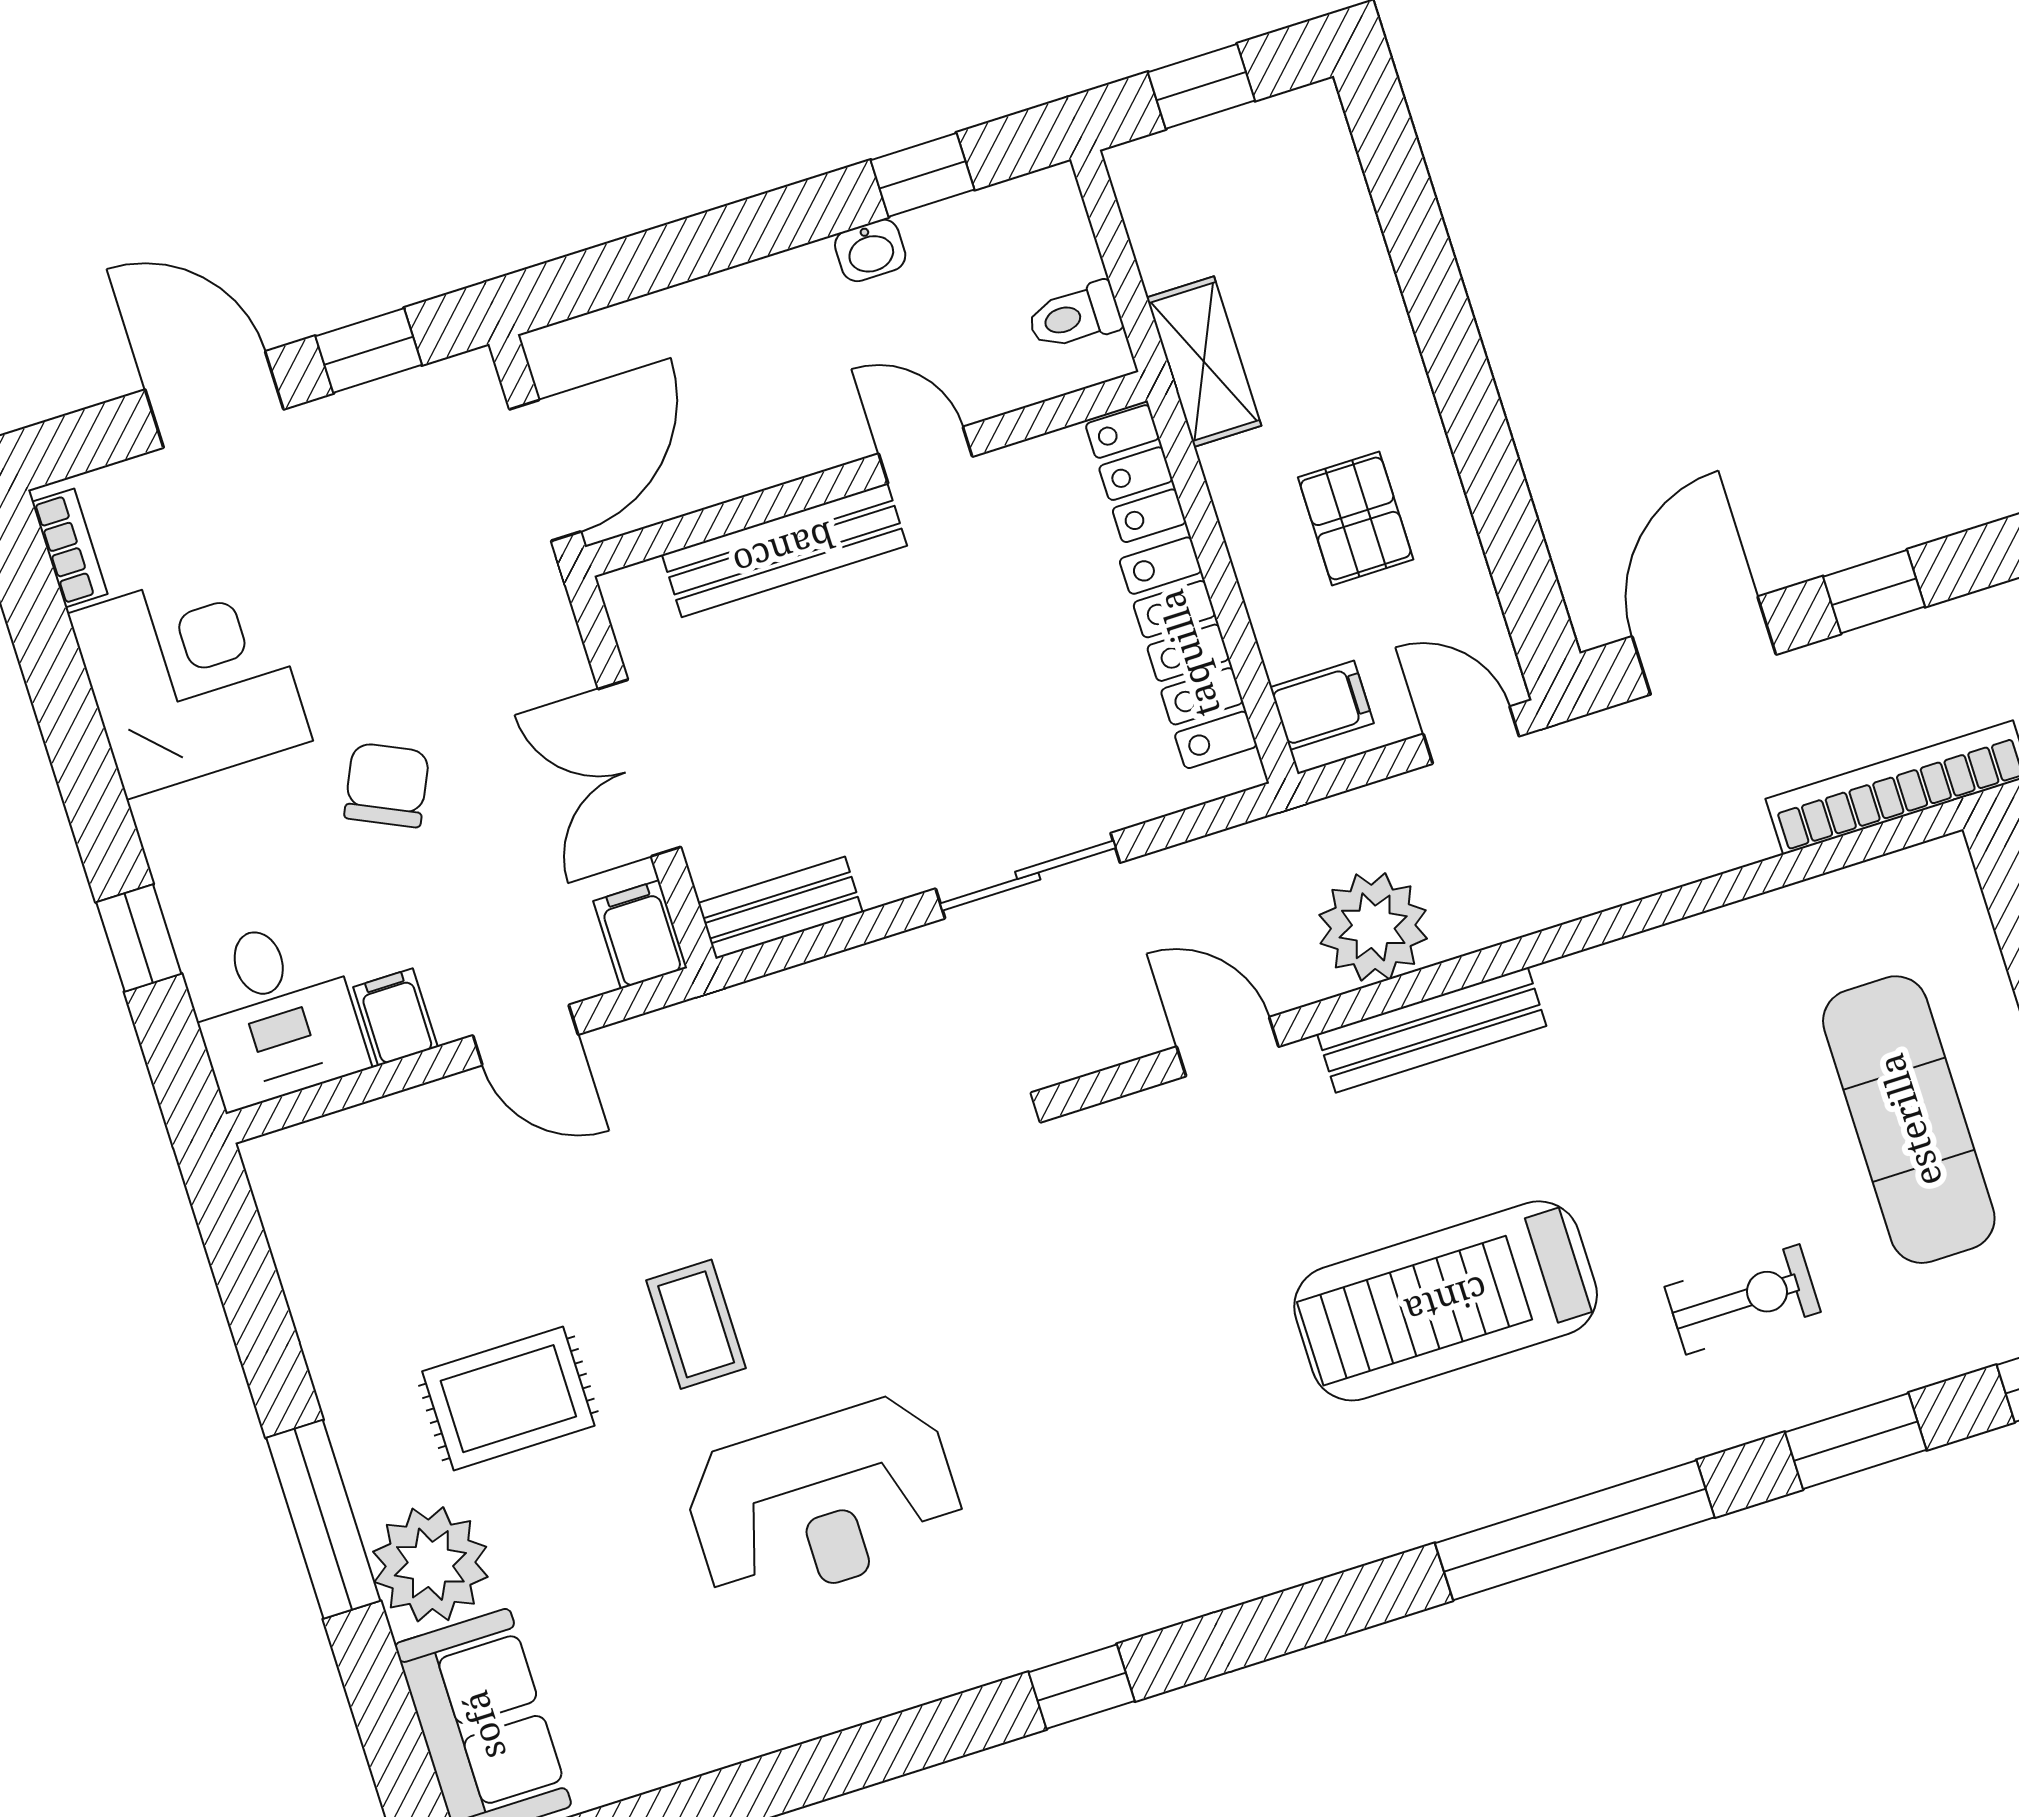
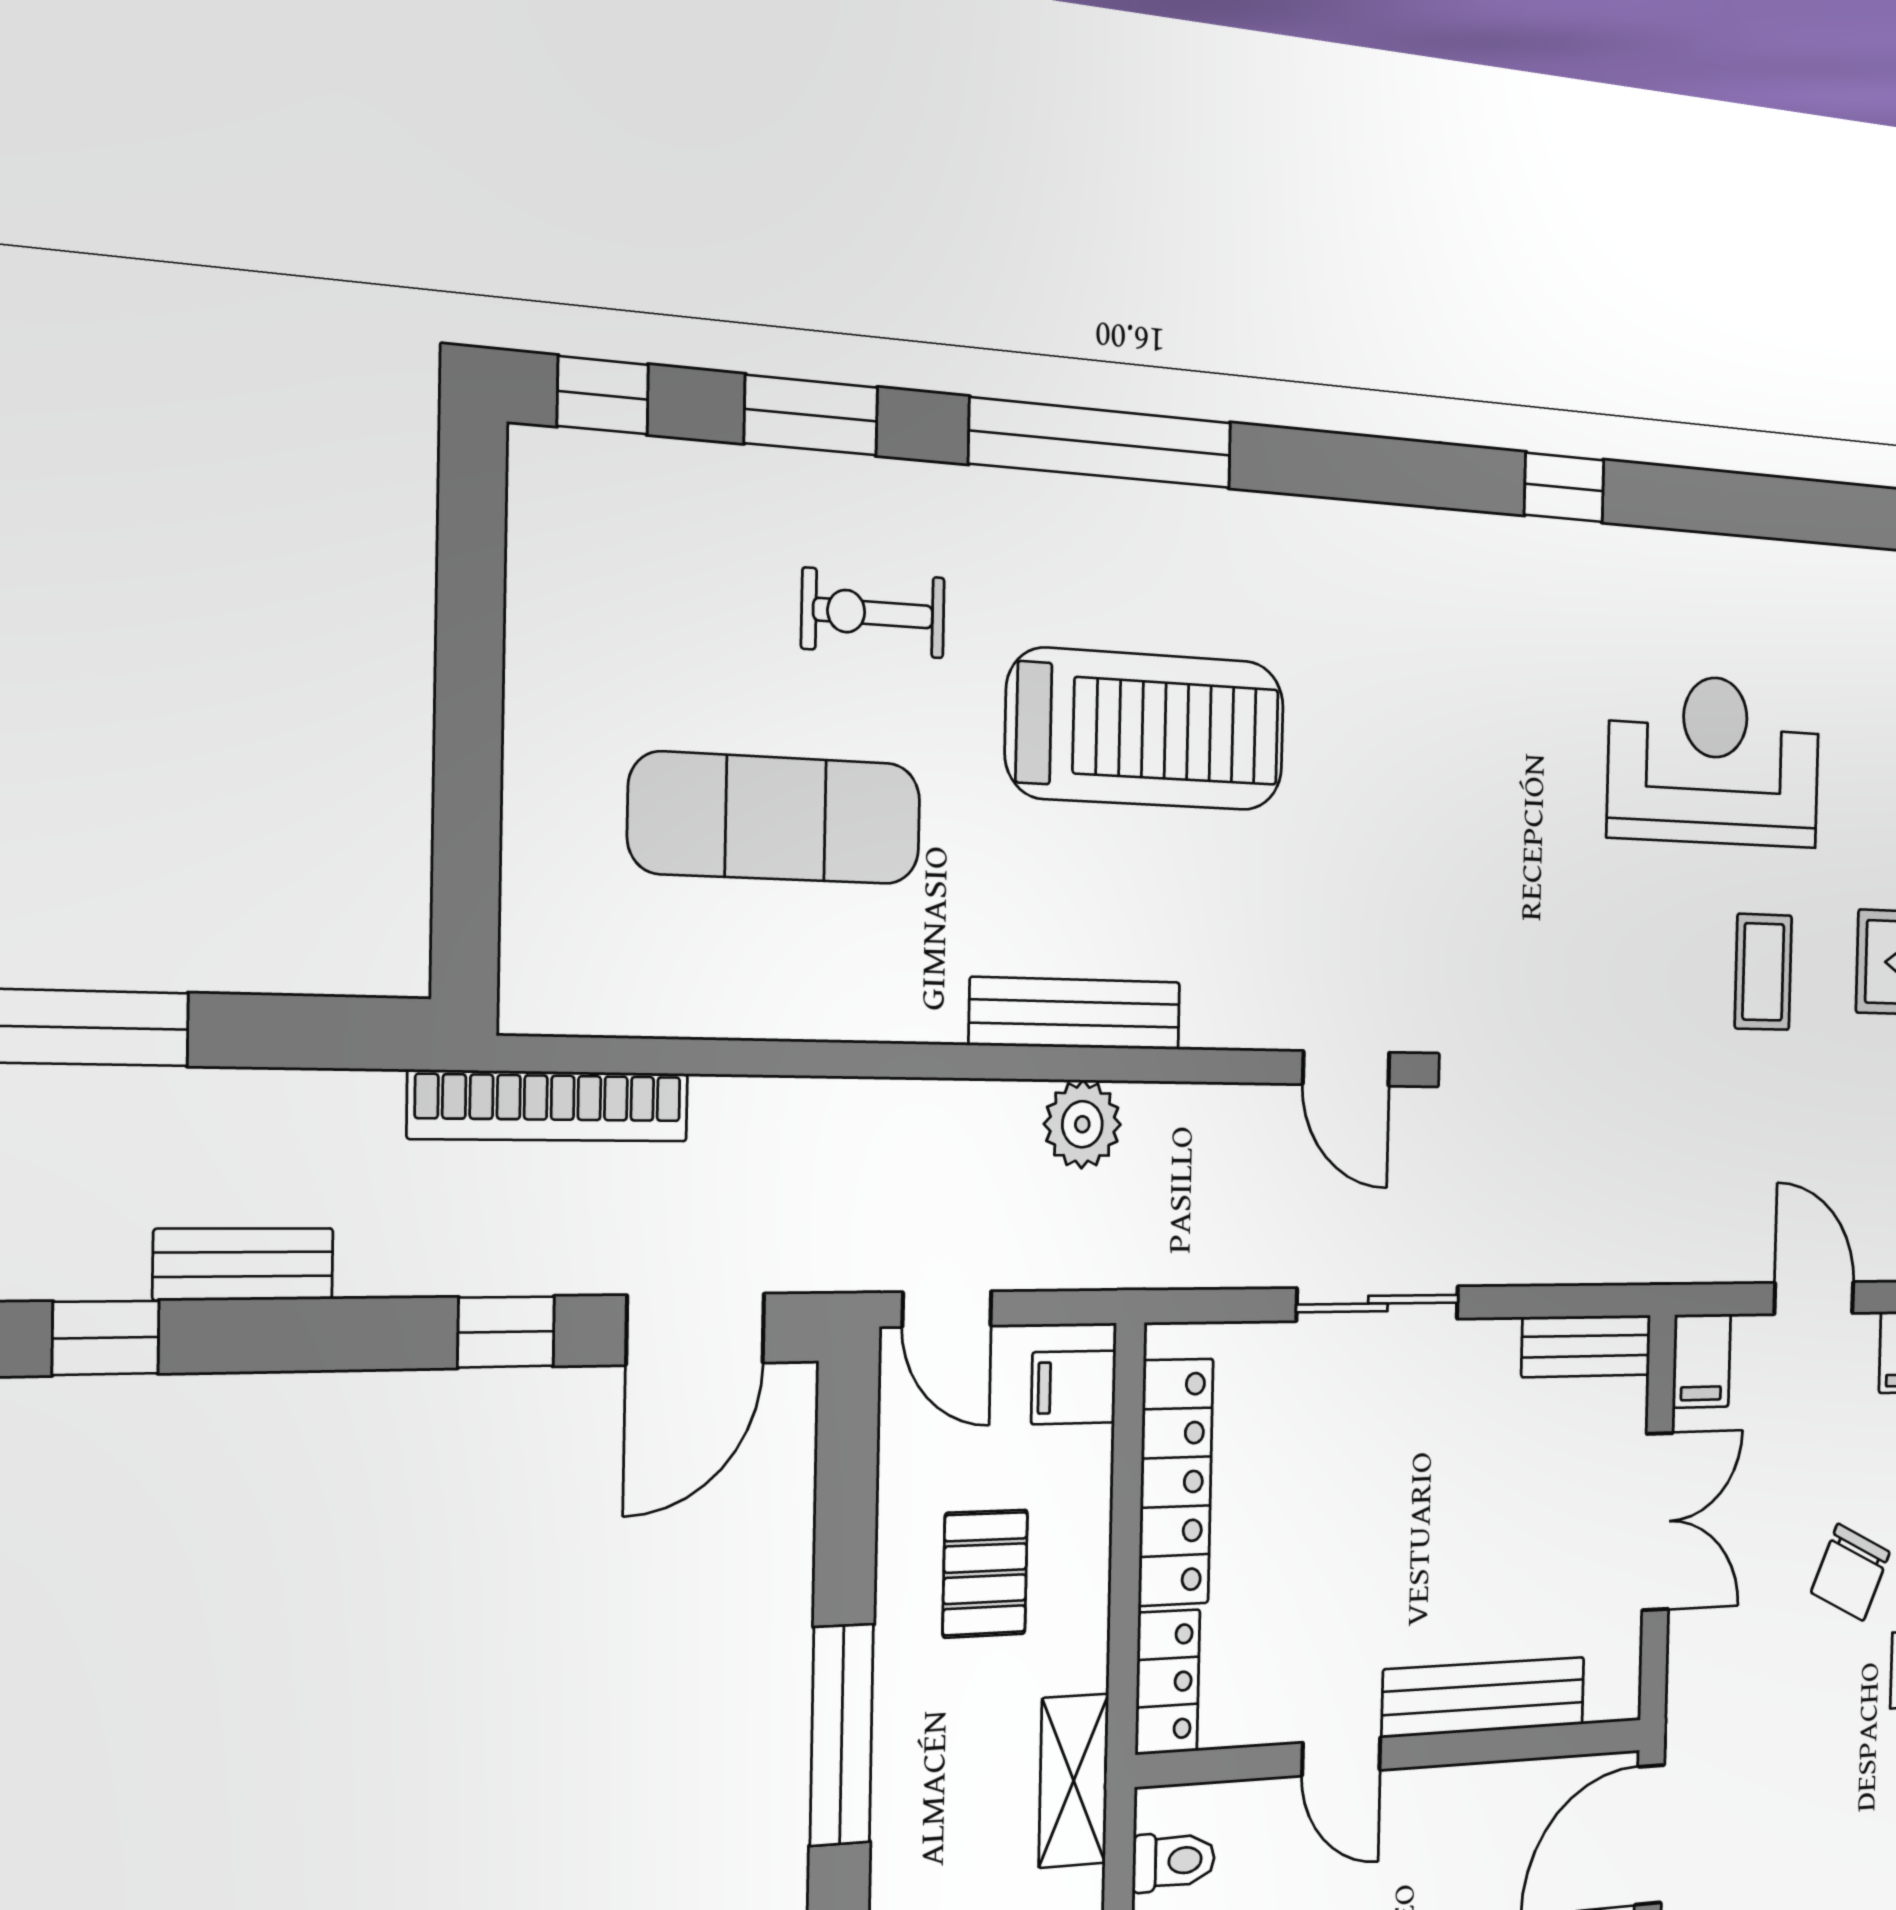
window: (1450, 343) -> (842, 1735), added
plant: (1373, 927) -> (1082, 1124), width x0.73, depth x0.73
door: (1228, 1047) -> (1346, 1068), moved
exercise mat: (1909, 1120) -> (776, 818), moved, turned 90

